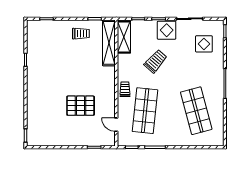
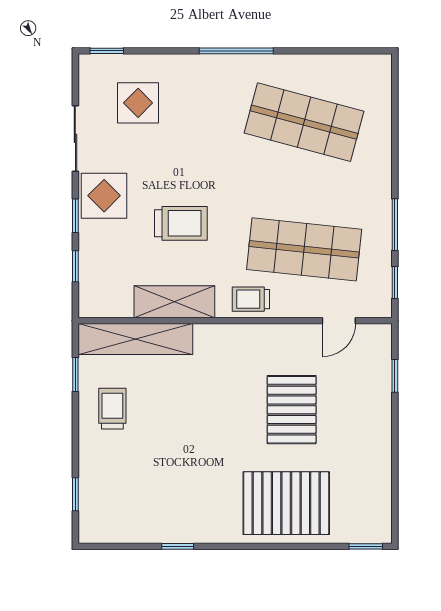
shelving: (124, 37) -> (174, 302), moved
trolley: (156, 61) -> (181, 223), turned 139
pallet: (43, 103) -> (286, 503), added
shop shelf: (196, 111) -> (304, 122), turned 30

